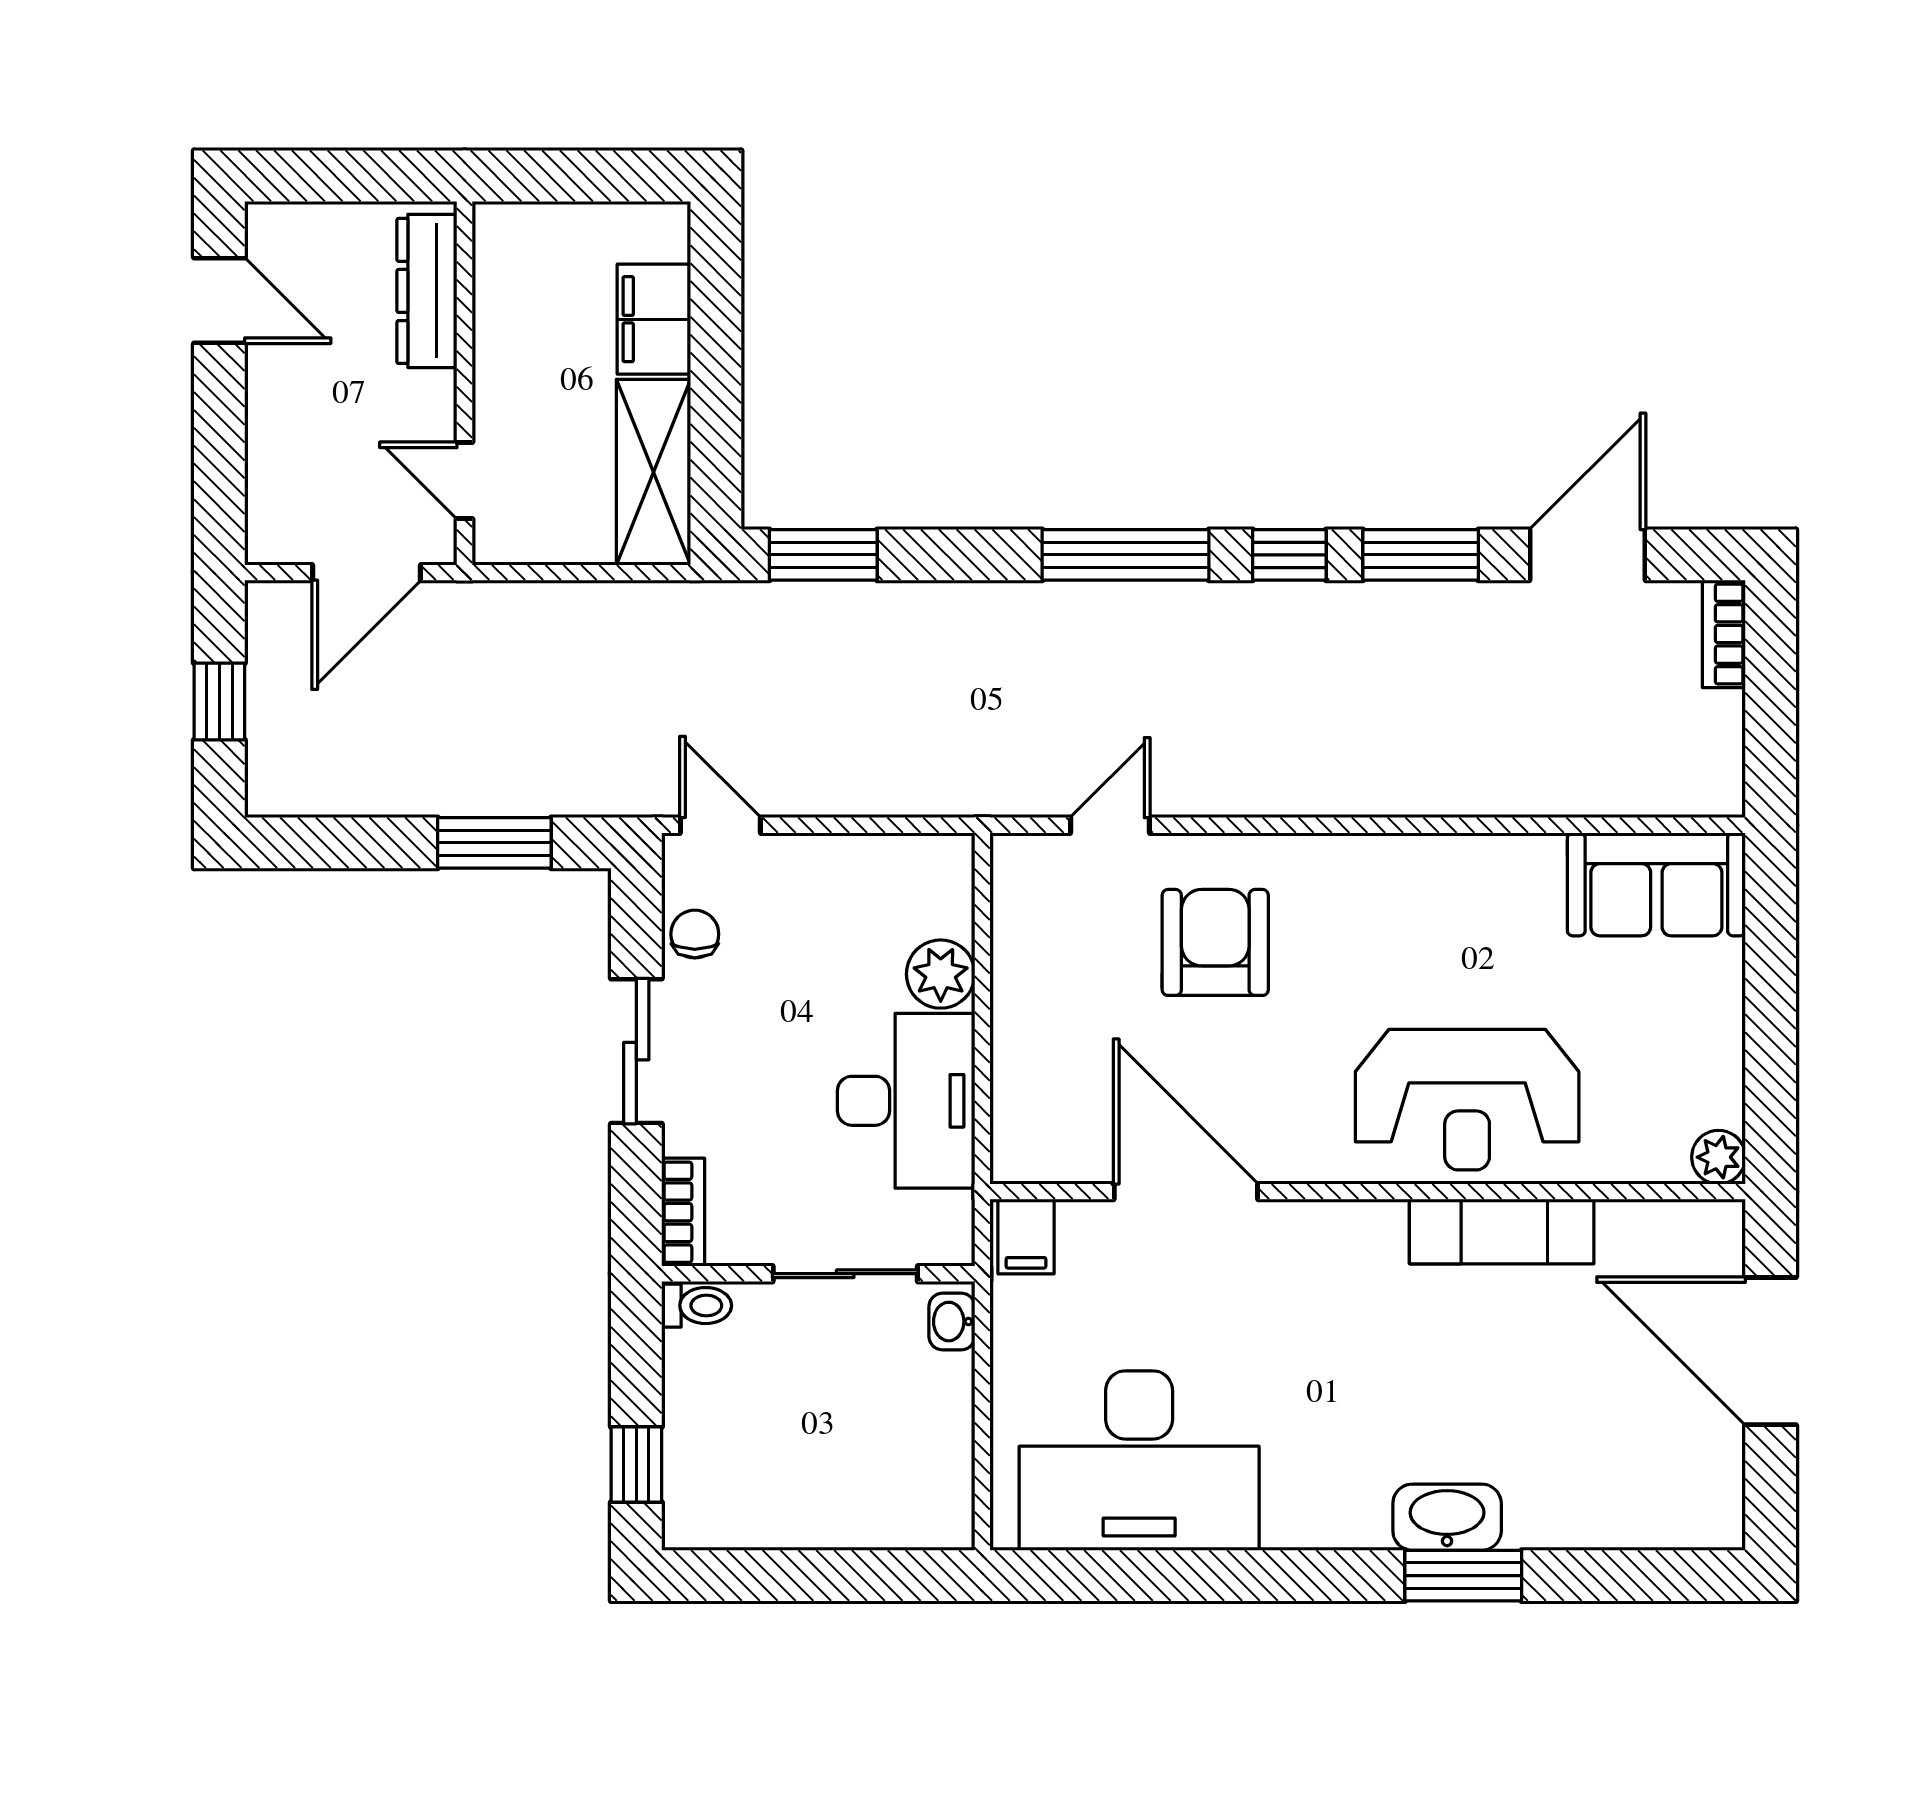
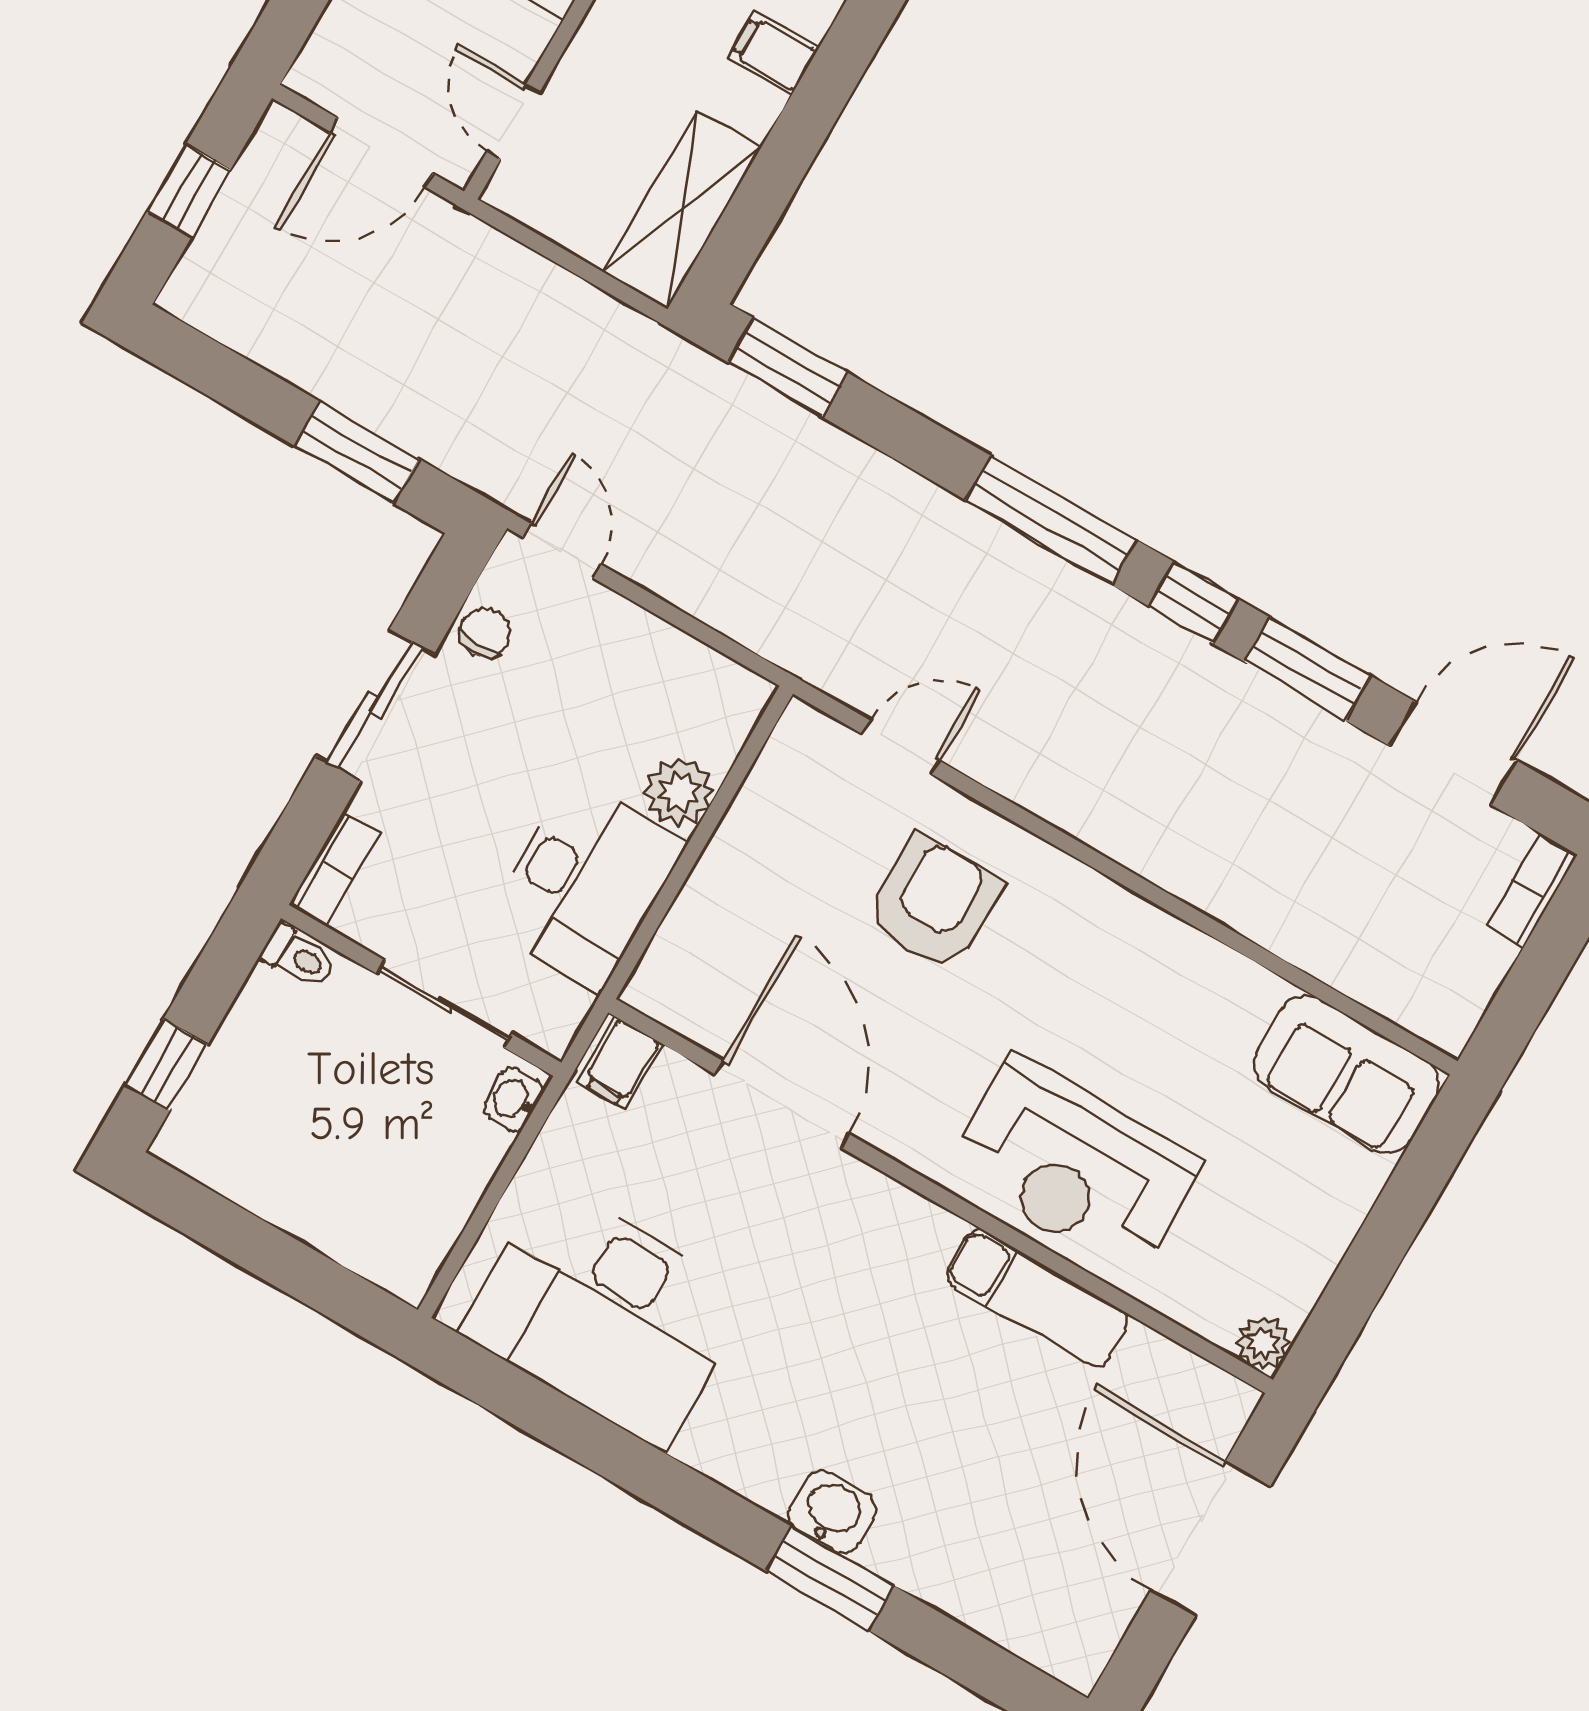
filing cabinet: (654, 319) -> (773, 53), width x0.50
washbasin: (1447, 1517) -> (832, 1512), width x0.72

